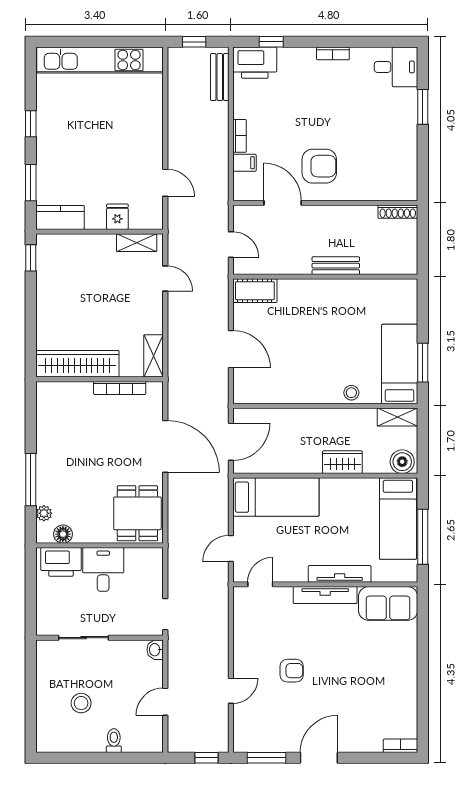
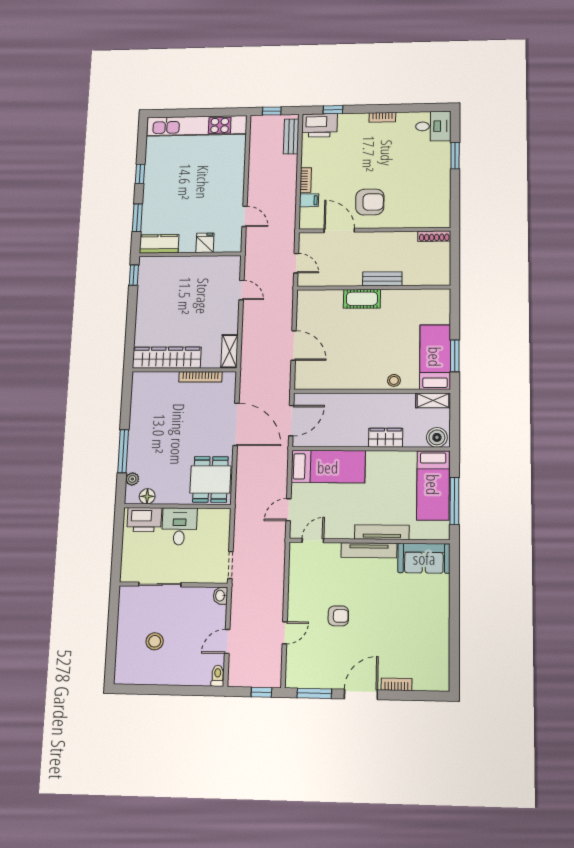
shelving: (137, 243) -> (219, 262), removed
cot: (255, 291) -> (362, 299), moved
toilet: (114, 741) -> (218, 676), moved
bookcase: (400, 746) -> (397, 684), moved

